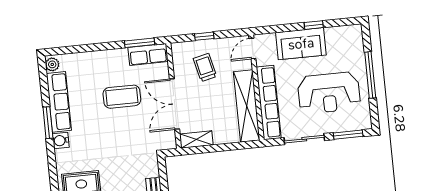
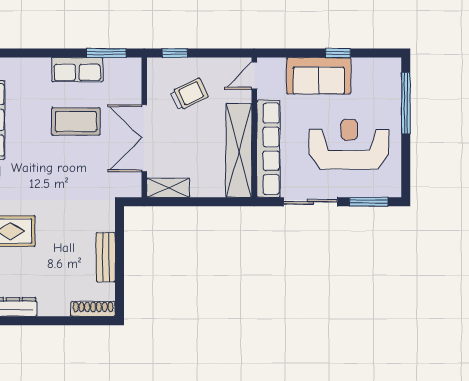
window: (204, 36) -> (175, 53), moved
row of seats: (148, 55) -> (77, 70), moved
trolley: (205, 68) -> (189, 94), turned 77
window: (370, 75) -> (406, 103), moved
reception desk: (329, 93) -> (349, 144), turned 180

